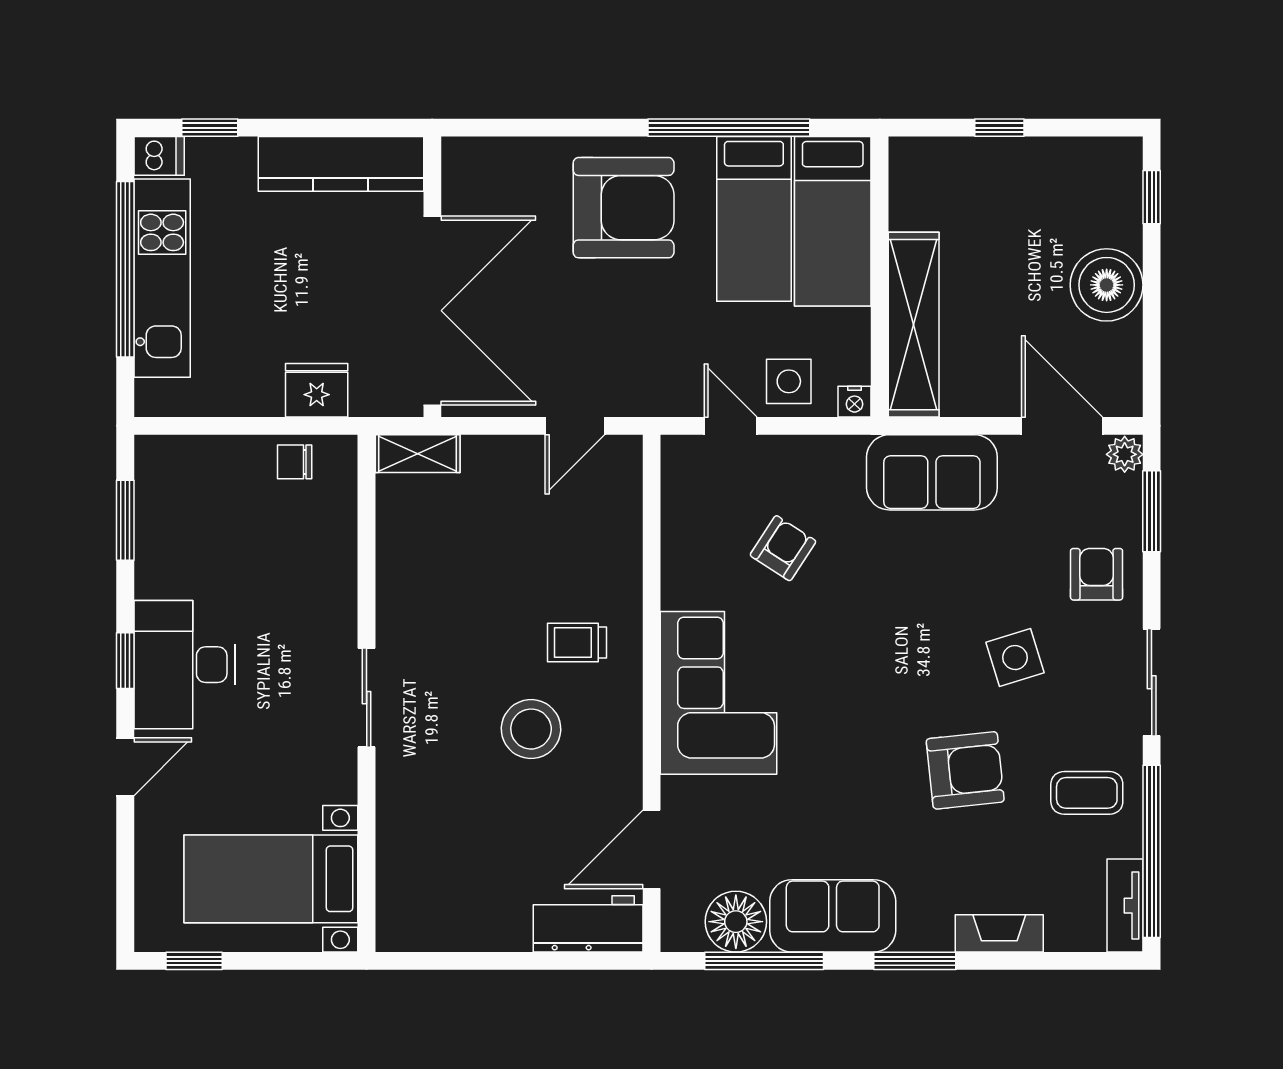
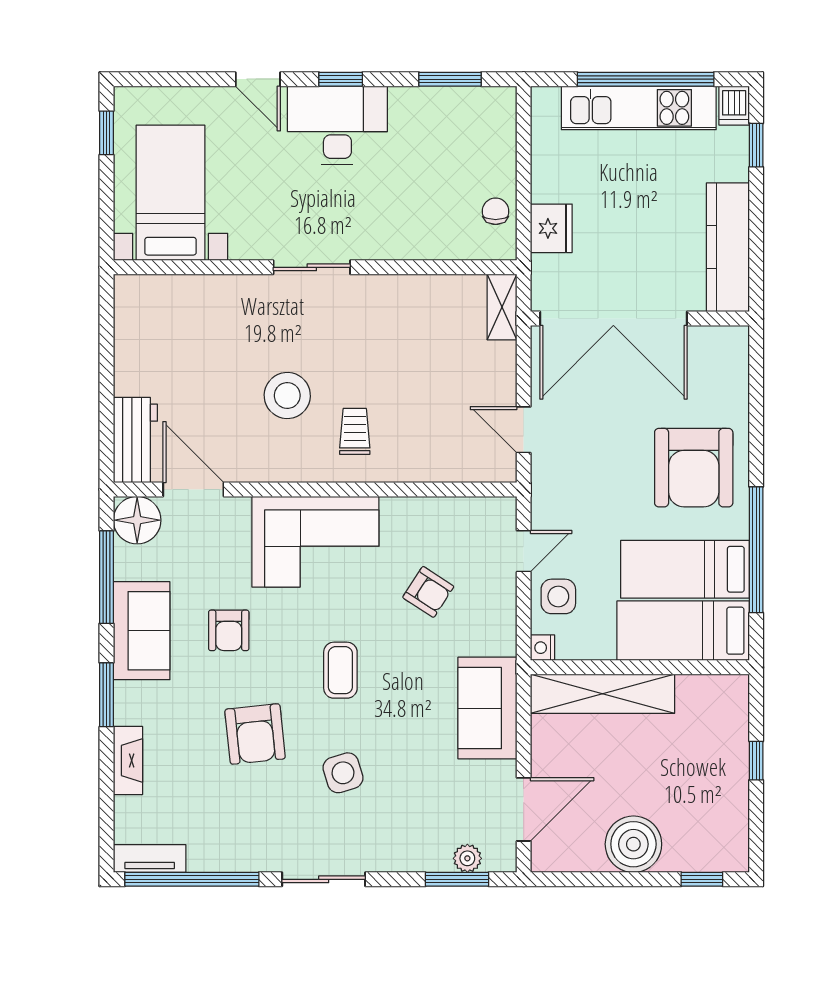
plant: (1125, 454) -> (467, 858), moved
armchair: (1097, 574) -> (229, 630), moved, turned 90
coffee table: (1087, 793) -> (340, 670), moved
floor lamp: (736, 922) -> (137, 520), moved

